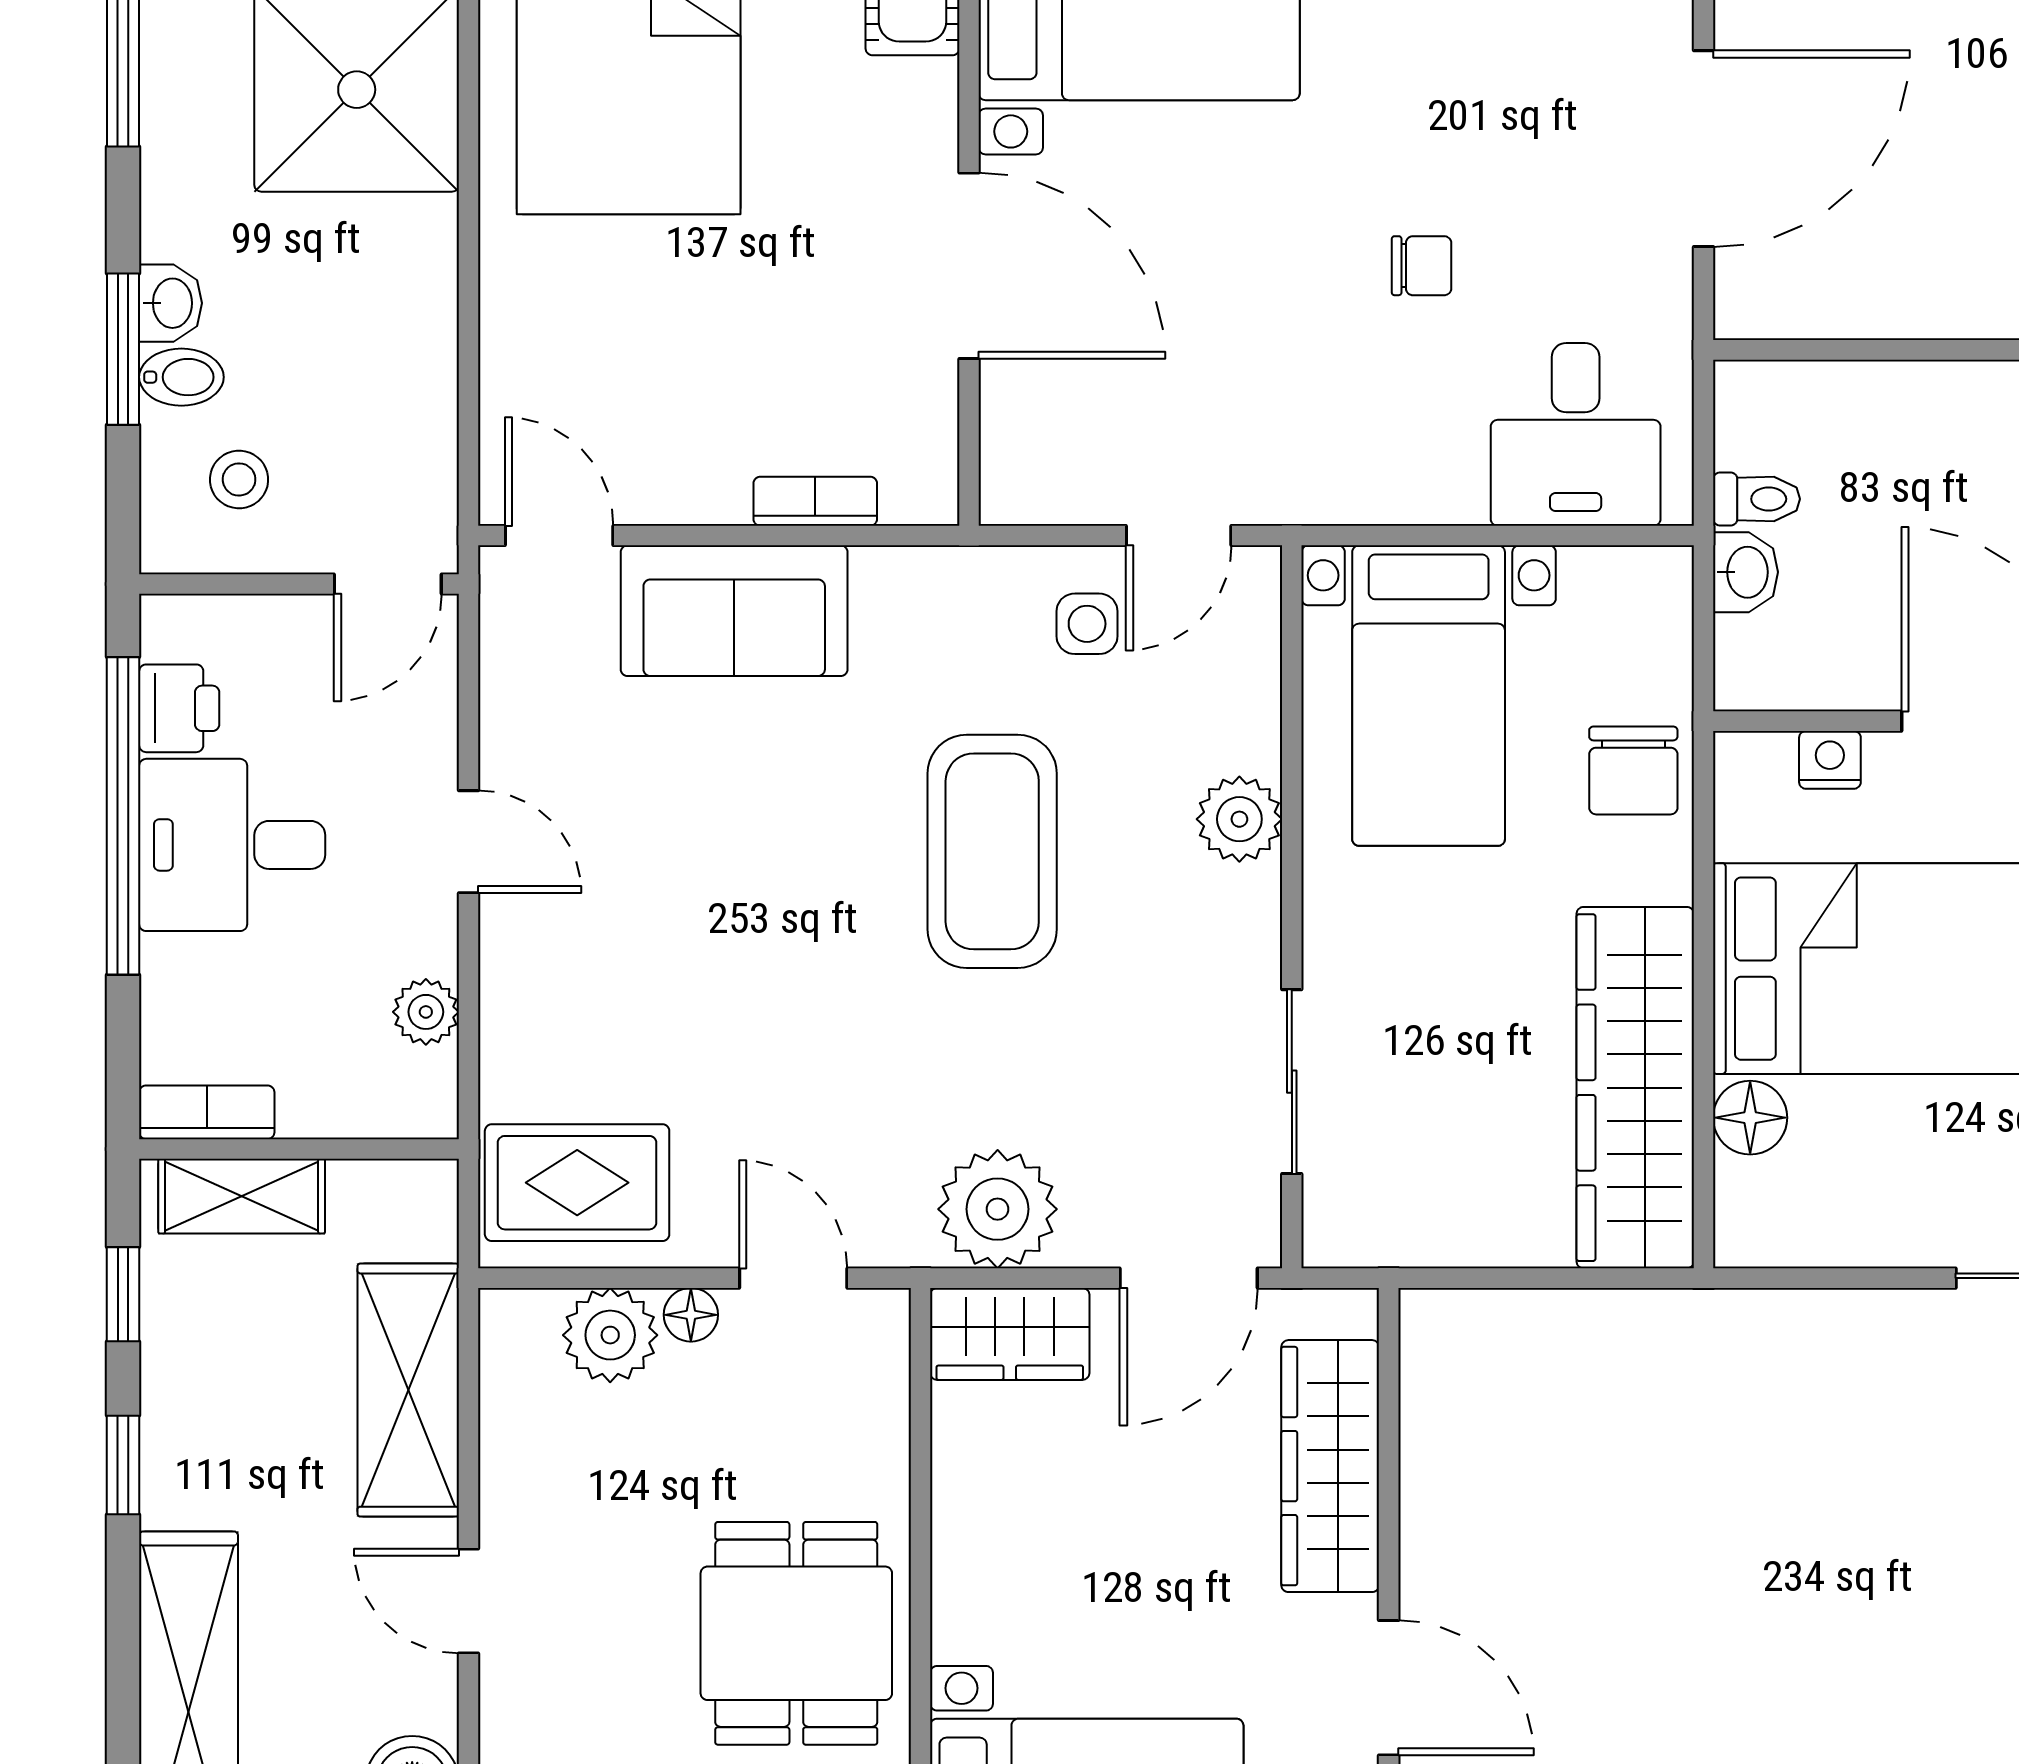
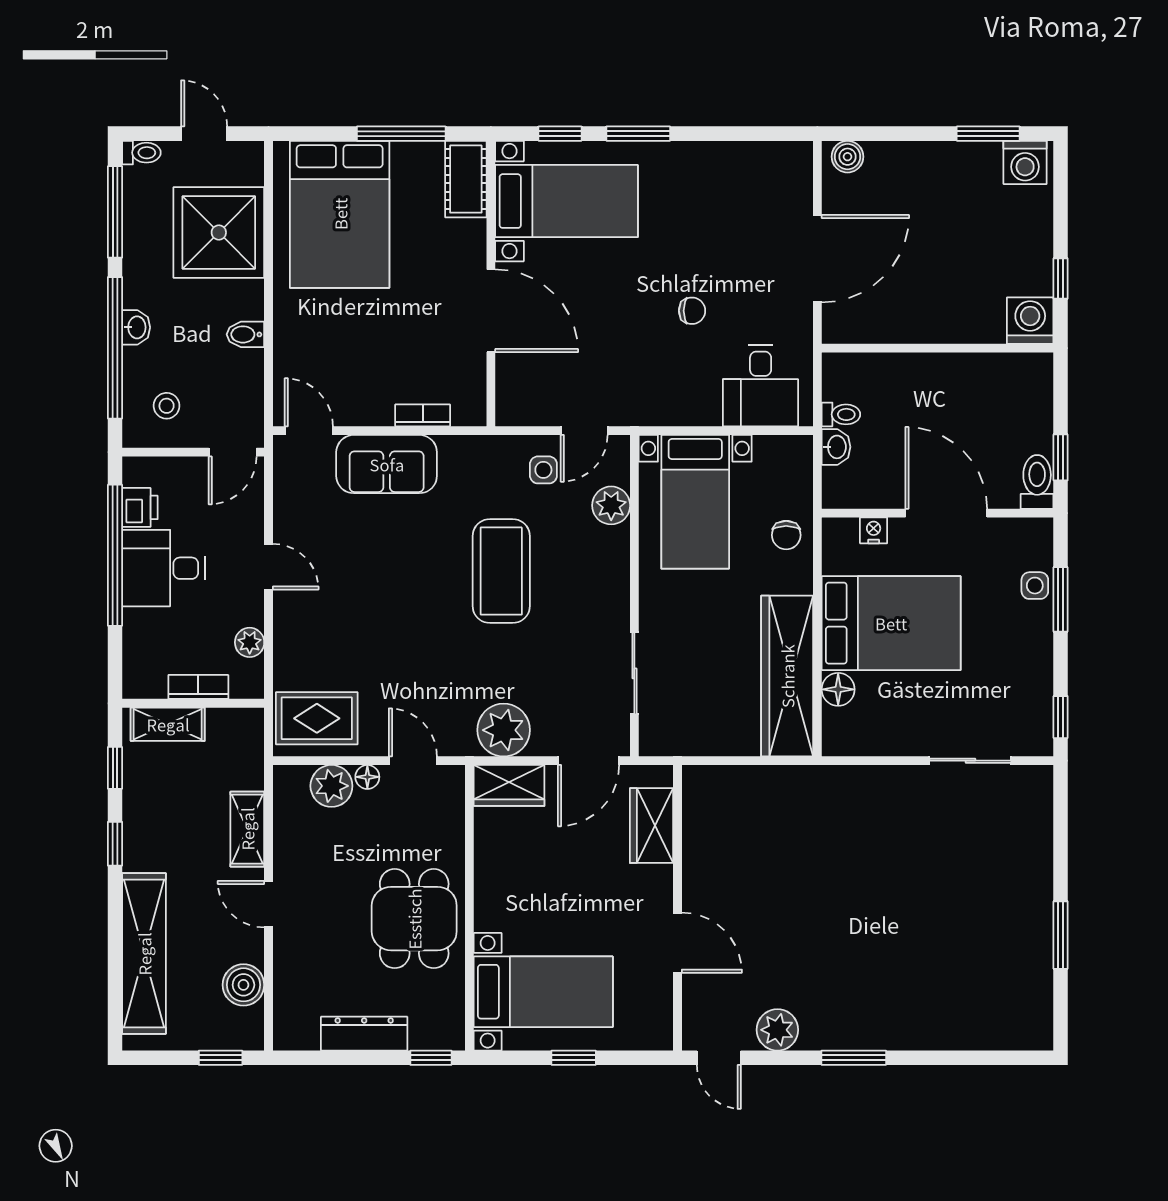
window: (123, 349) -> (115, 348), width x2.11
bidet: (181, 377) -> (245, 334), moved, turned 180
chair: (1633, 770) -> (786, 535), width x0.73, depth x0.73
plant: (1239, 819) -> (611, 505), moved
bookcase: (207, 1112) -> (198, 687), moved
shelving: (408, 1390) -> (247, 829), width x0.67, depth x0.75
wardrobe: (1330, 1466) -> (651, 826), width x0.67

